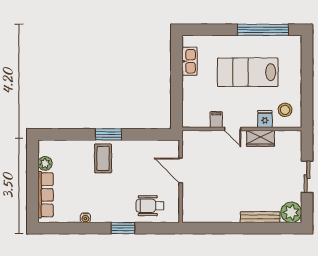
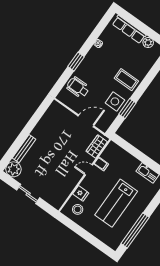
lab bench: (248, 72) -> (116, 203), turned 180
window: (108, 134) -> (127, 109), moved
wardrobe: (260, 138) -> (97, 146), moved
side table: (136, 154) -> (115, 101), added
wheelchair: (150, 206) -> (78, 87), turned -90

